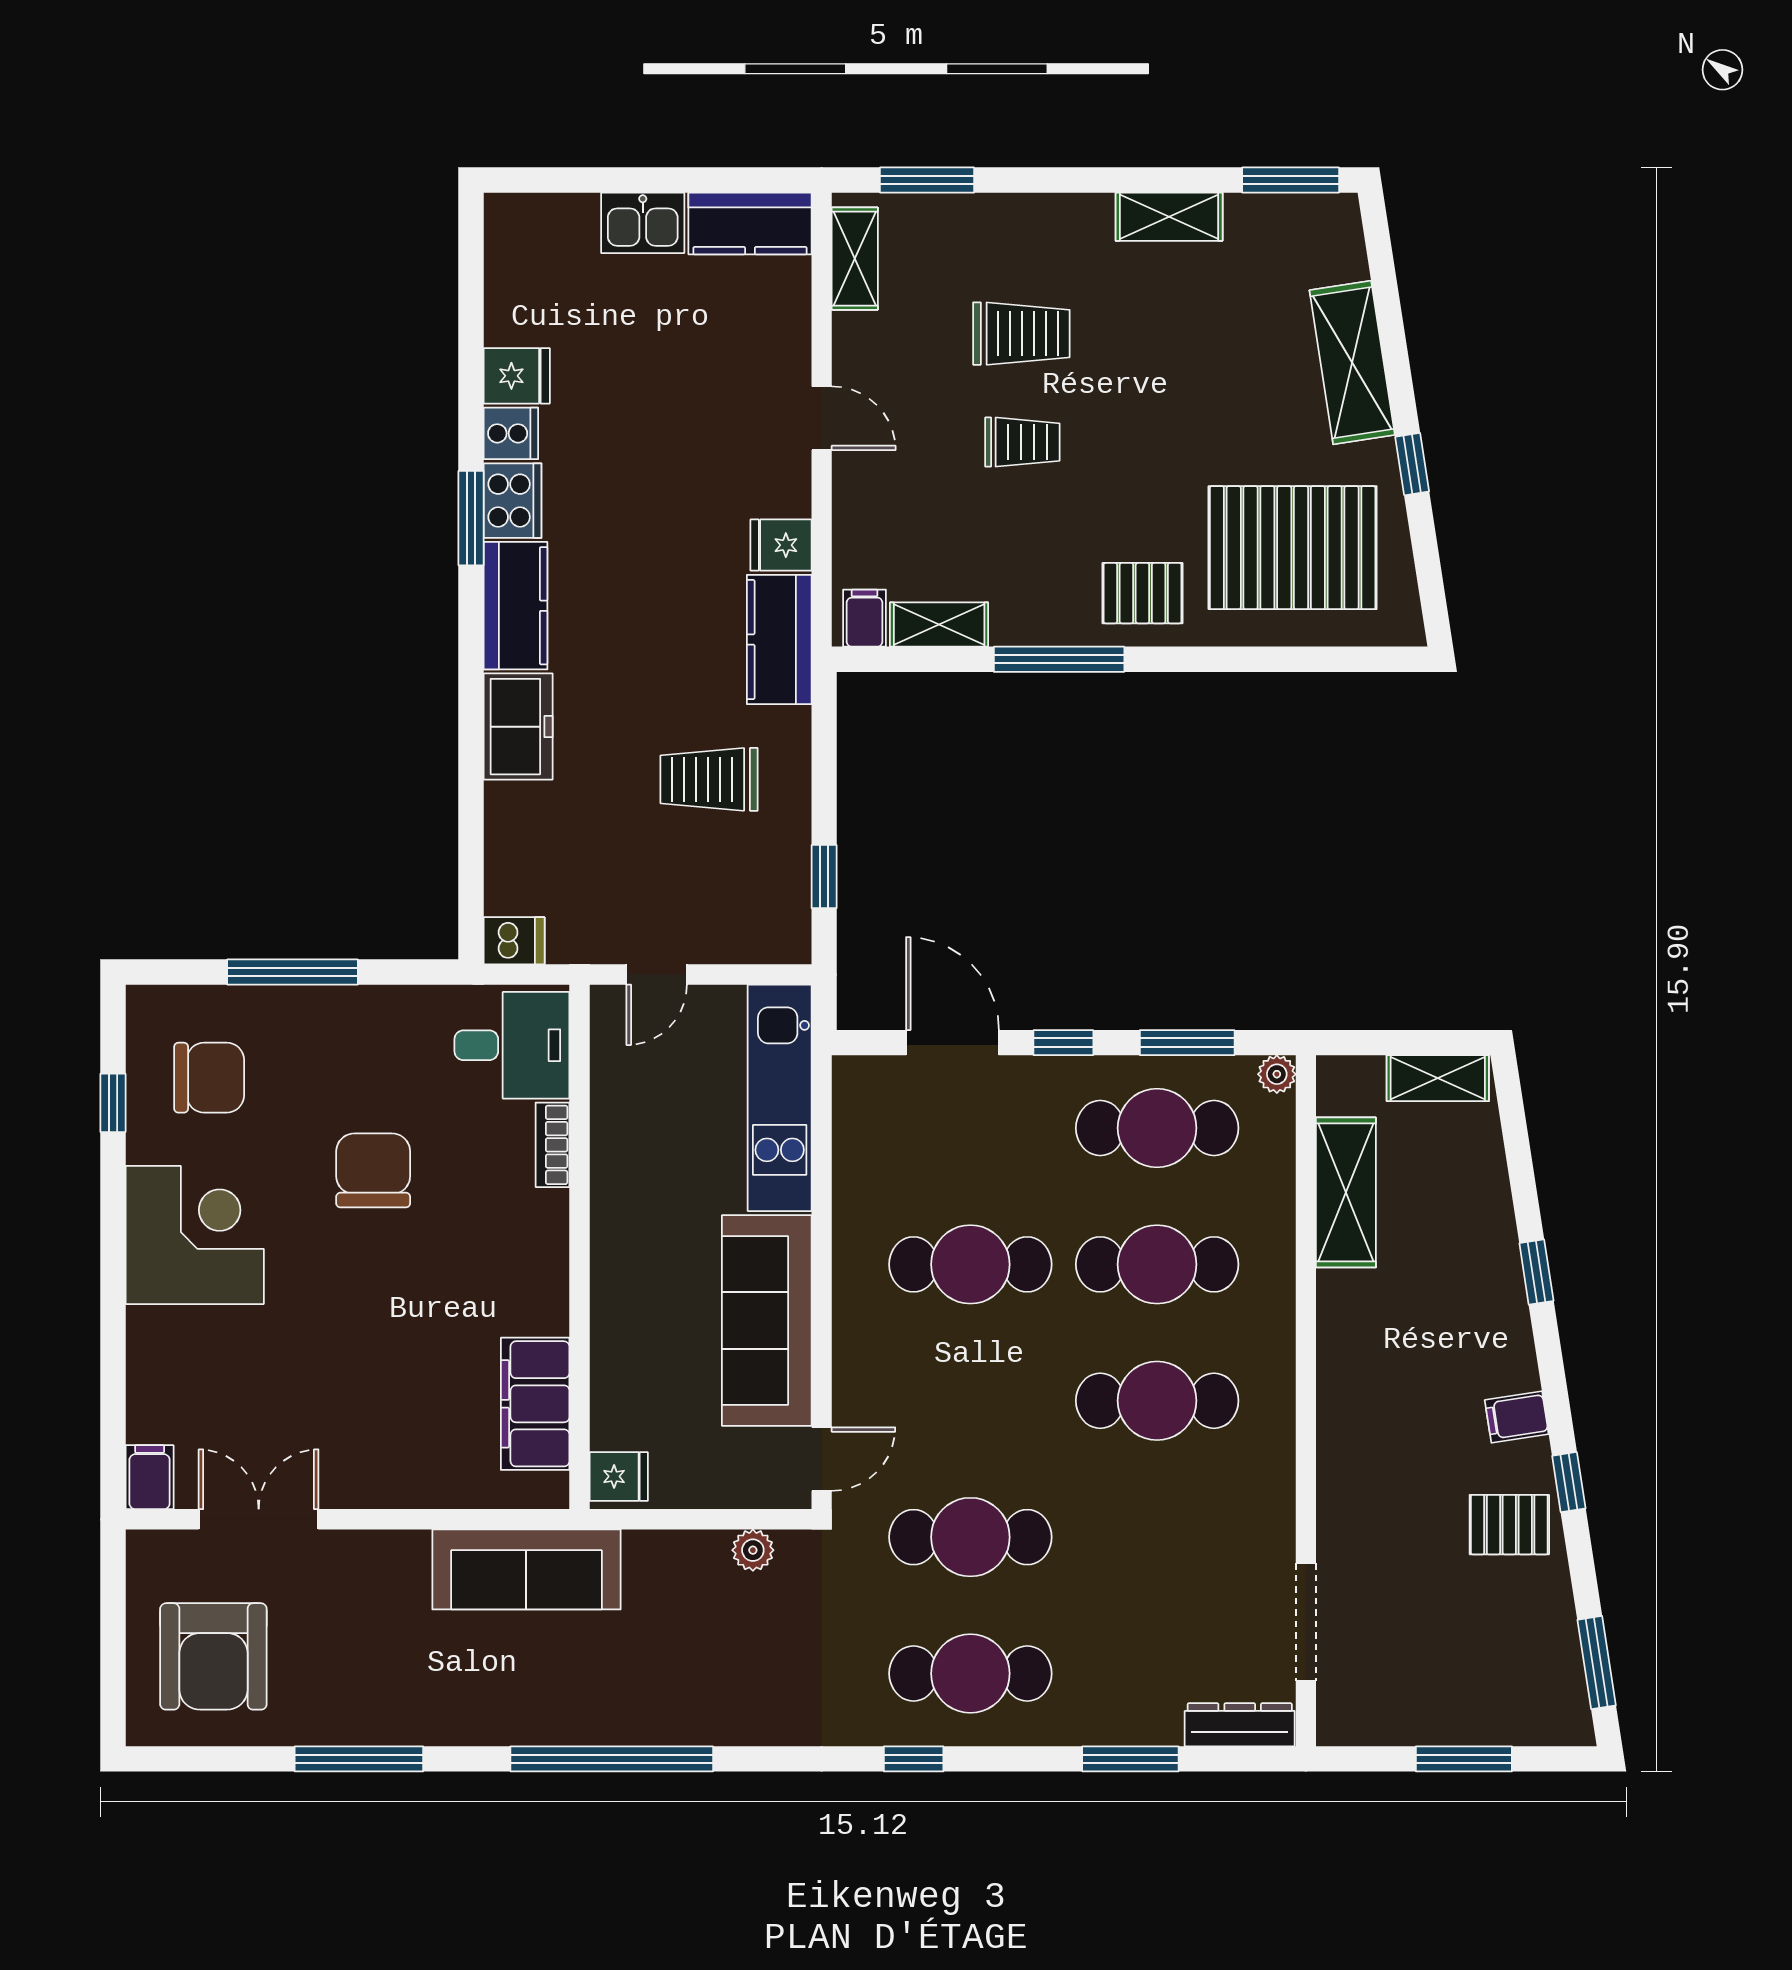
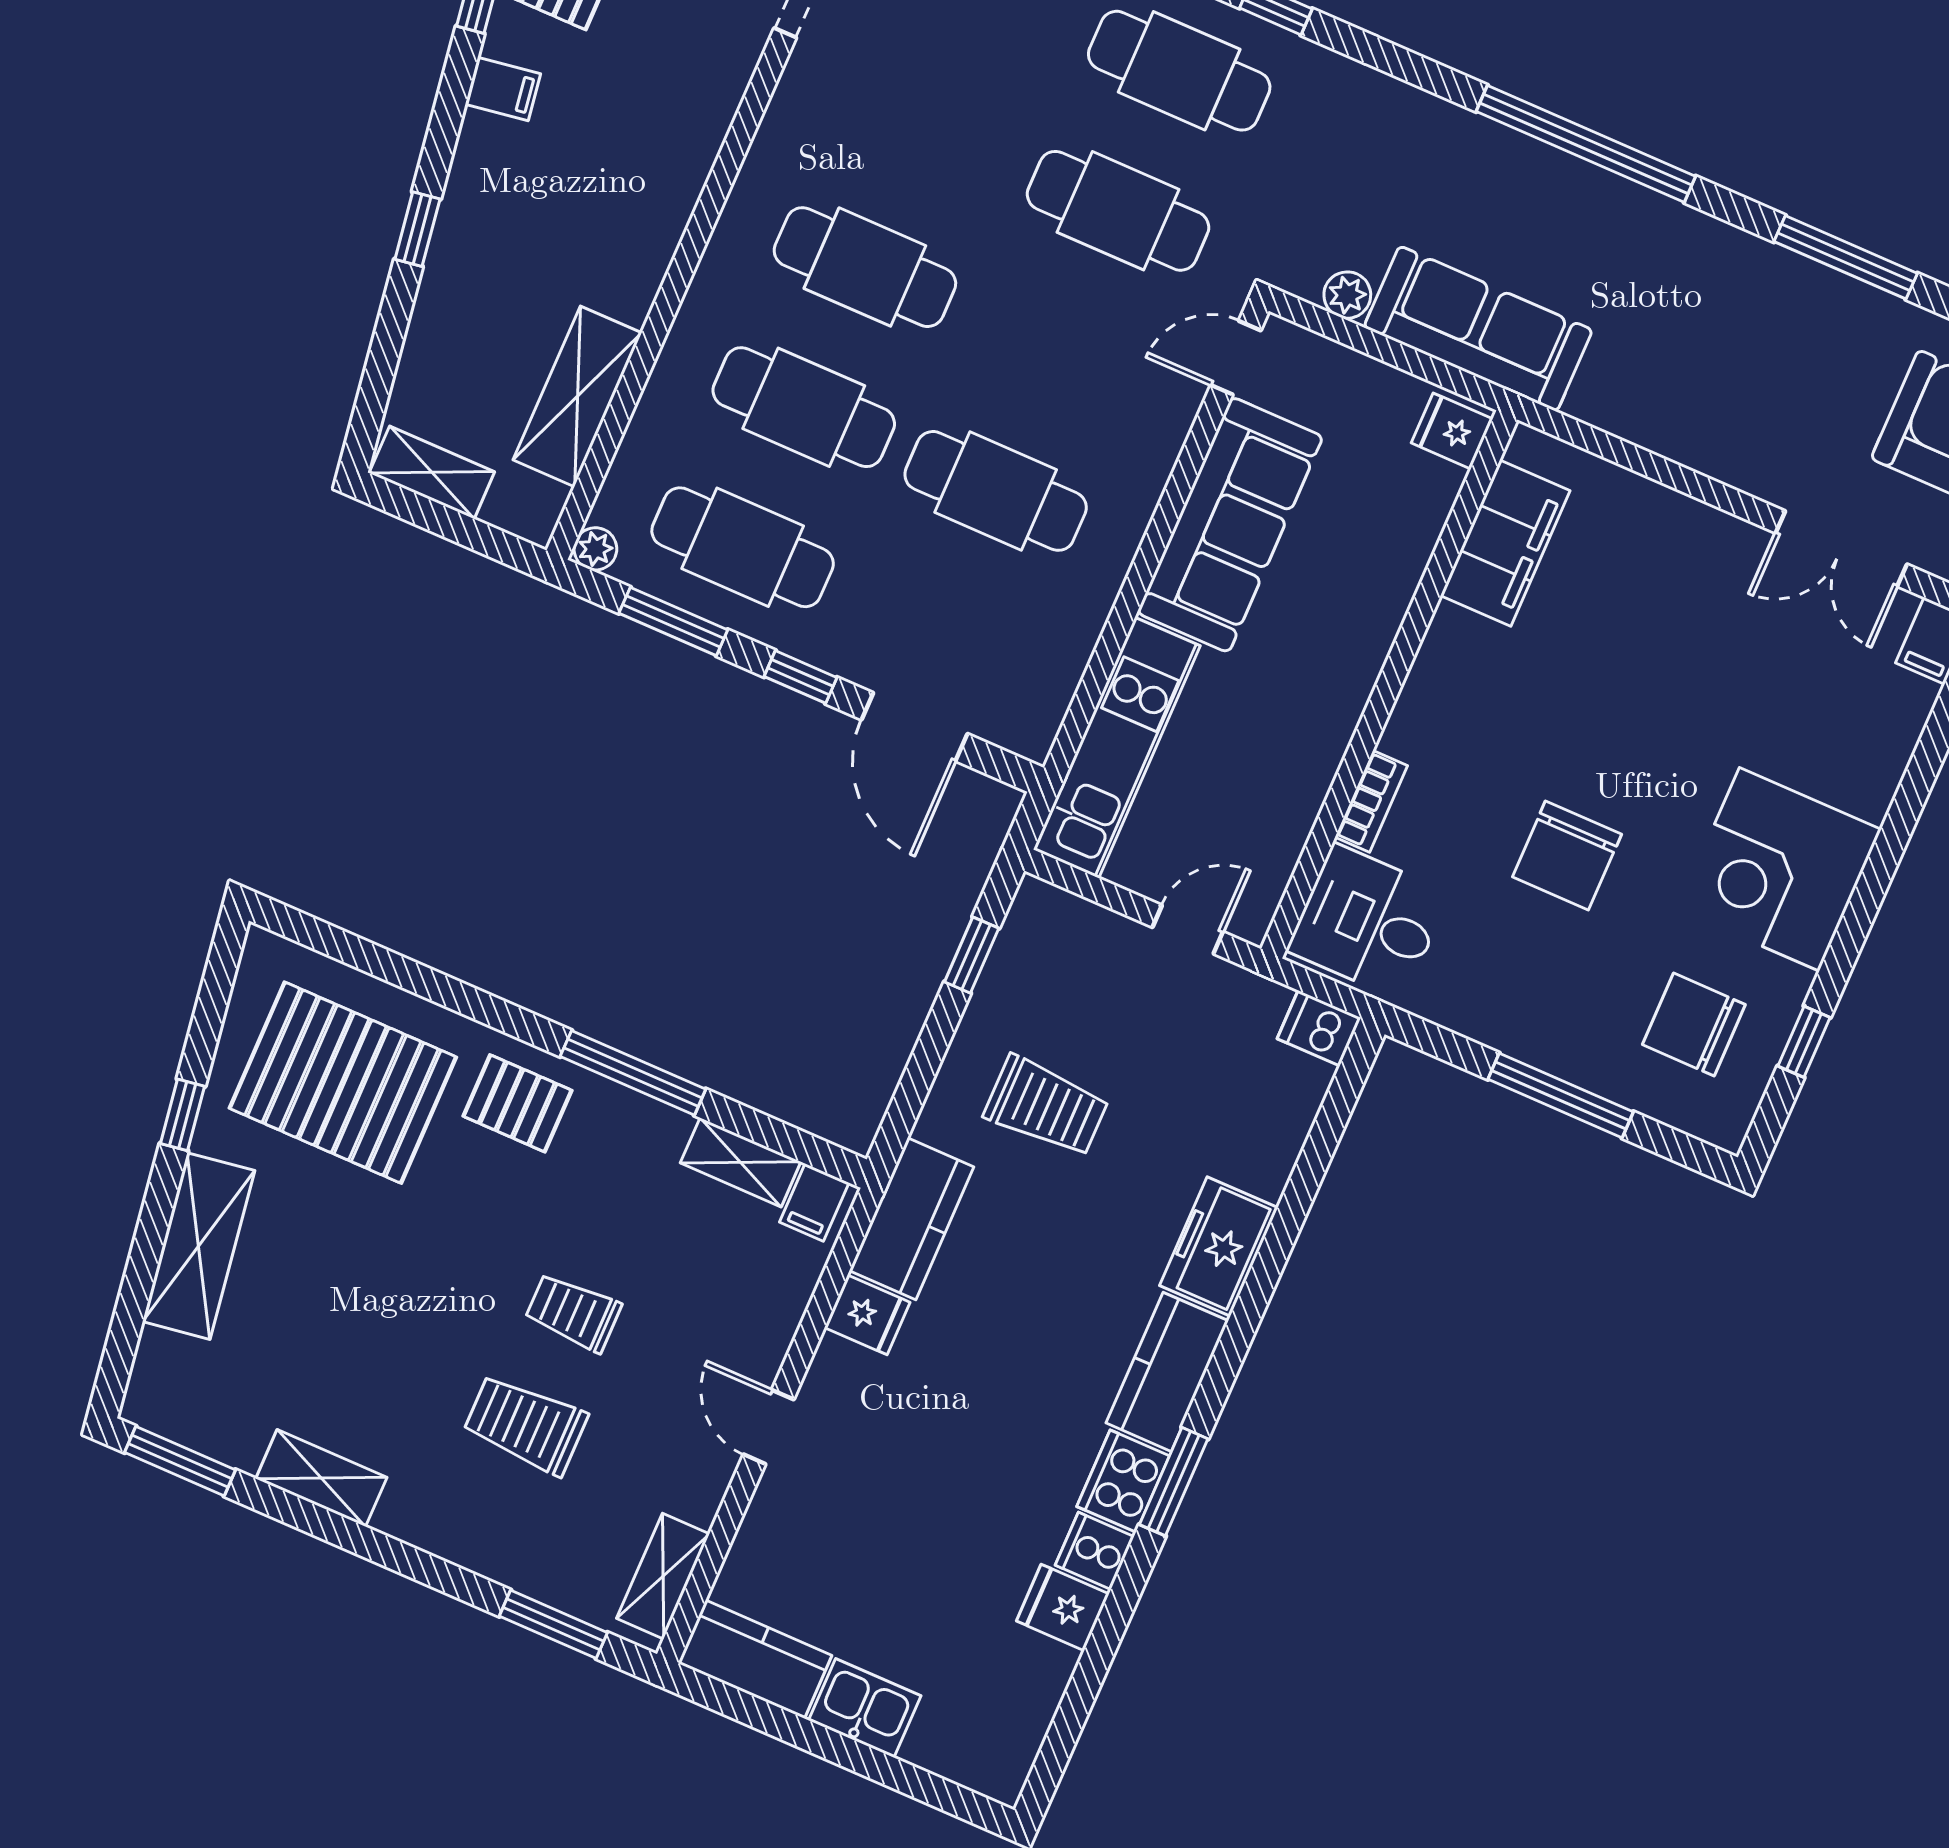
sofa: (526, 1569) -> (1478, 329), moved

